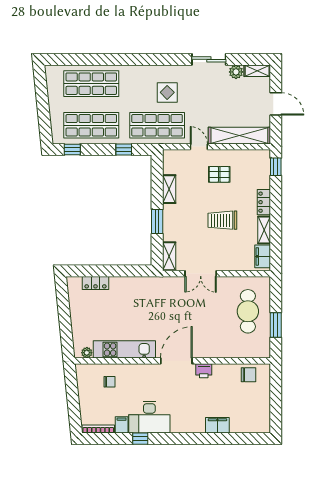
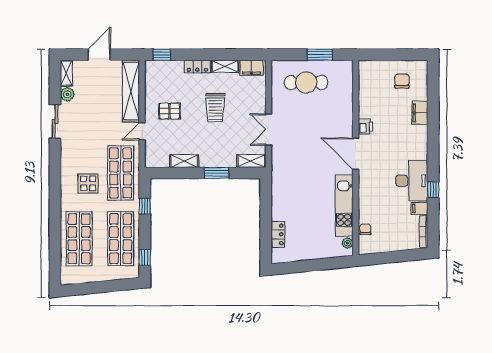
display table: (167, 92) -> (88, 183), moved
pallet: (219, 174) -> (170, 111), turned 90
double door: (201, 274) -> (269, 130), swing flipped
chair: (248, 375) -> (402, 81), moved
chair: (109, 382) -> (365, 229), moved

